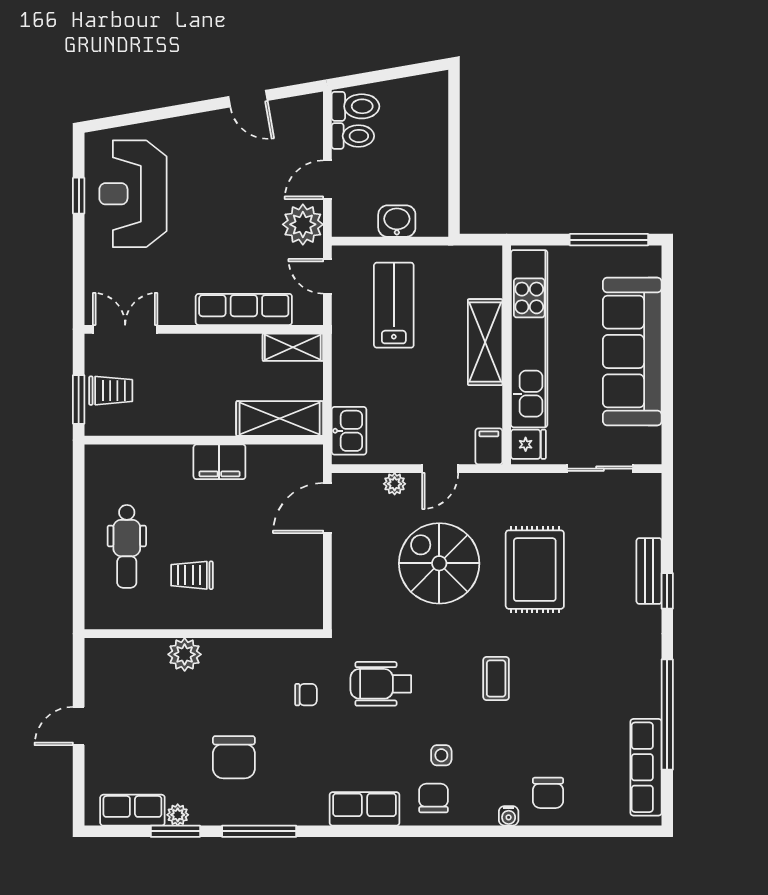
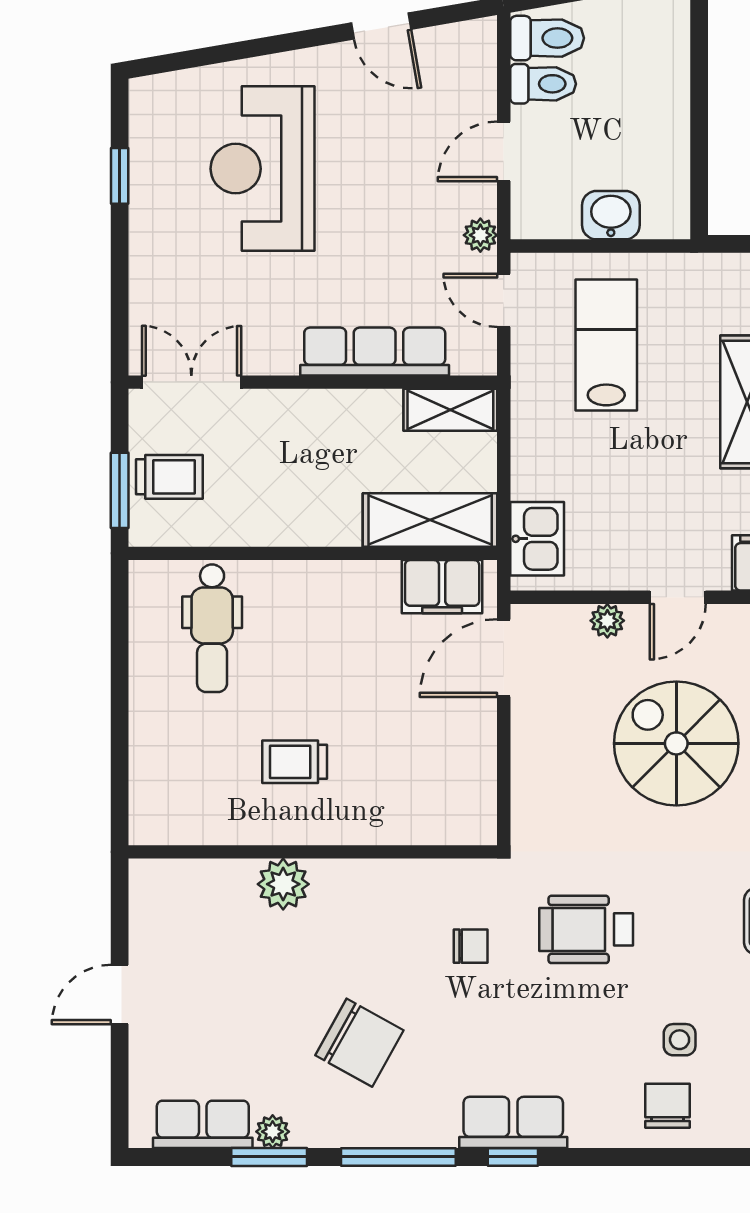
reception desk: (133, 194) -> (263, 169), moved
plant: (303, 224) -> (480, 235), width x0.53, depth x0.53
filing cabinet: (219, 462) -> (442, 587), moved
dental chair: (127, 546) -> (212, 628), moved
chair: (234, 757) -> (359, 1043), turned -61
row of seats: (365, 809) -> (513, 1122), moved
window: (333, 831) -> (513, 1157), added

